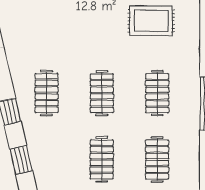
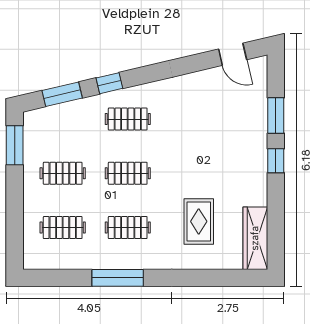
window: (21, 160) -> (62, 94), width x1.50

